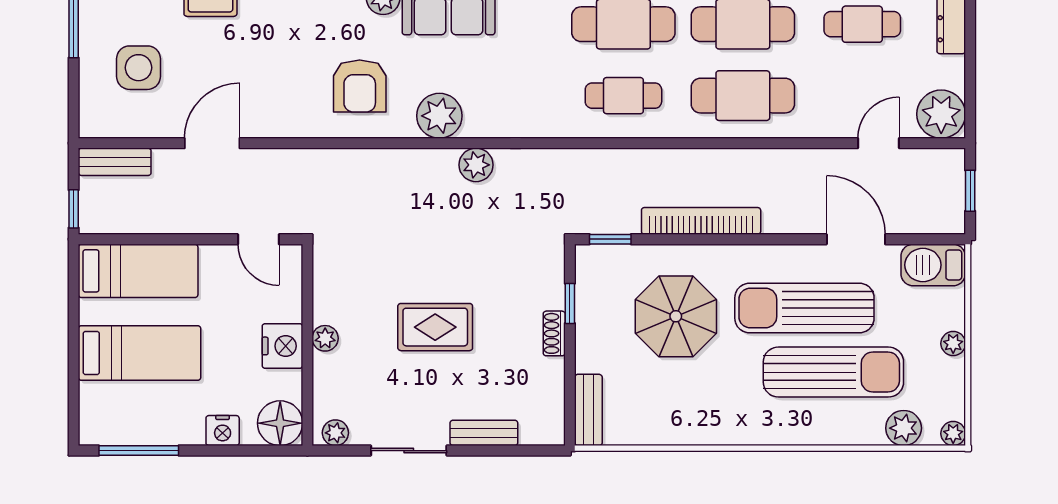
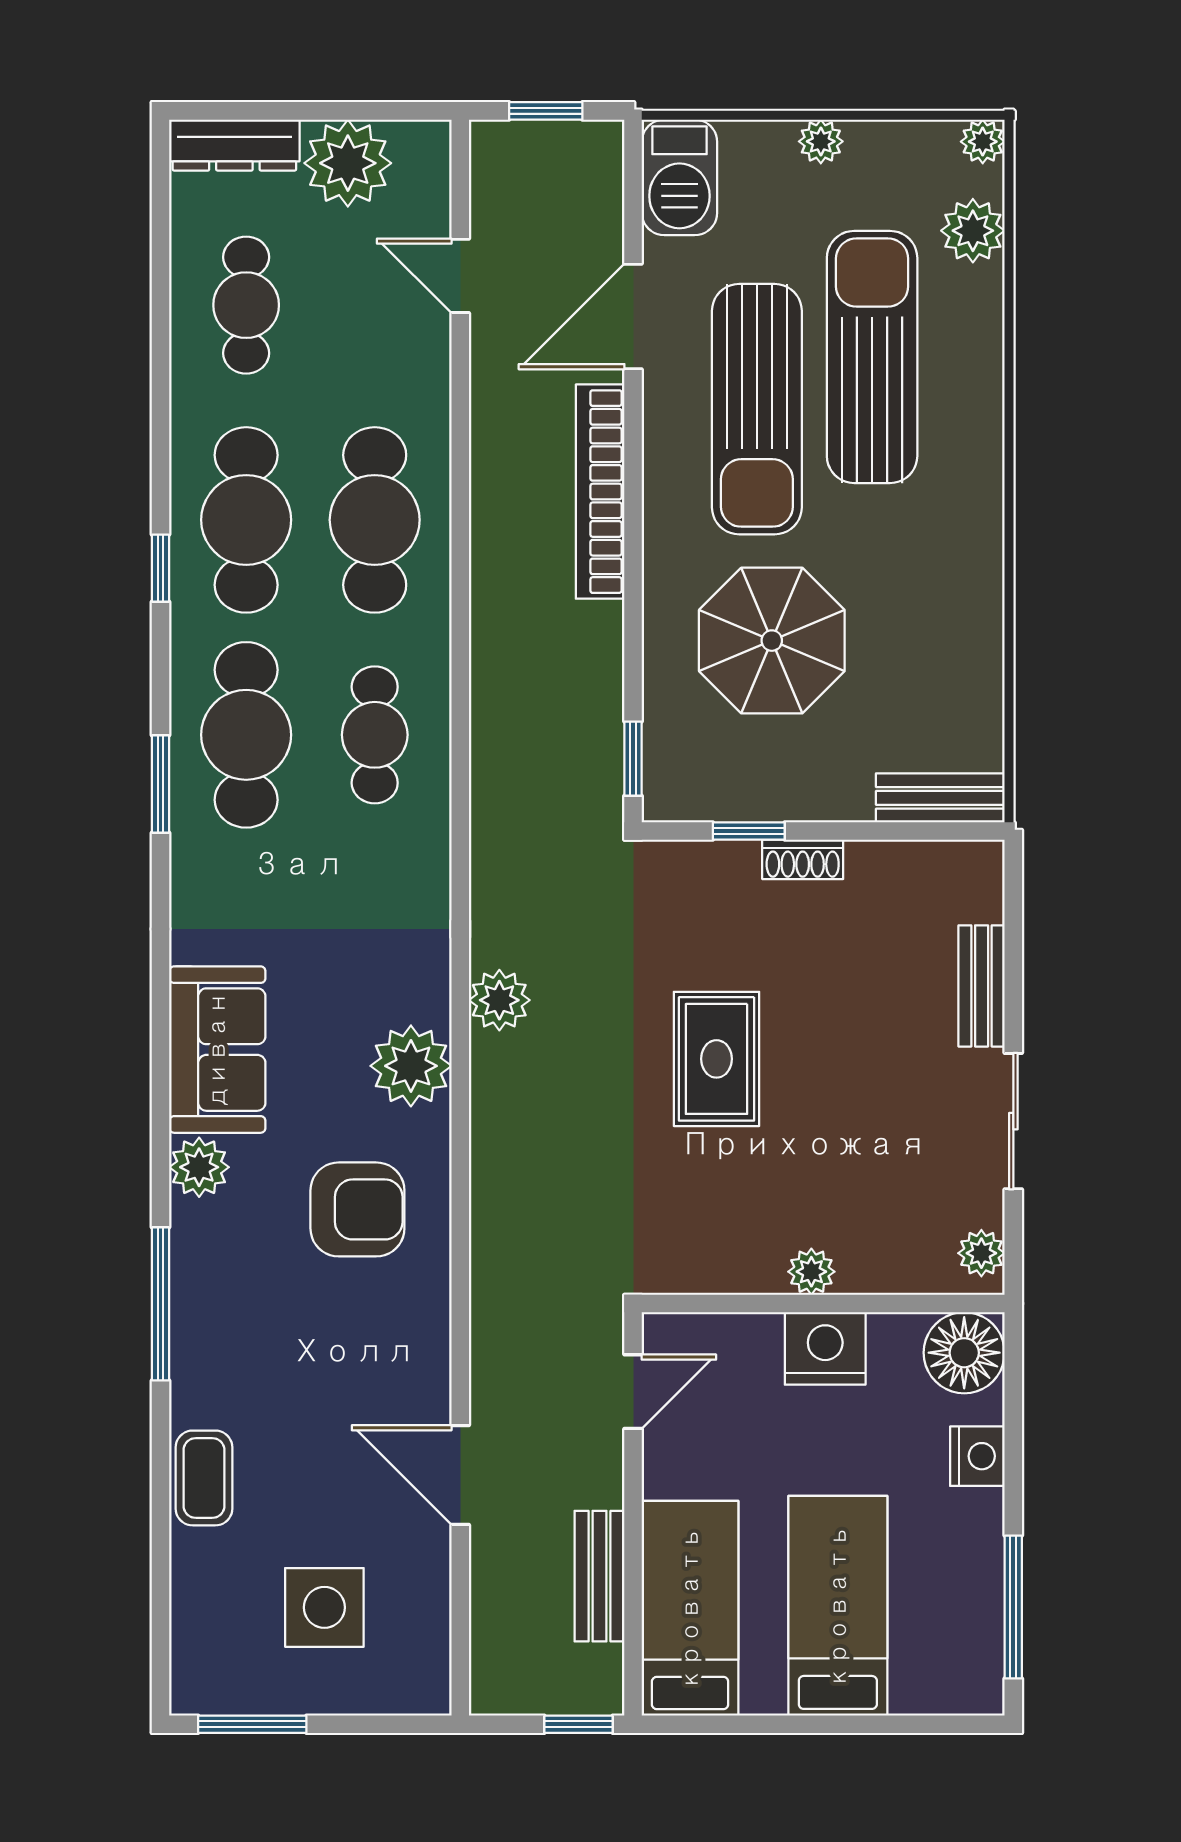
plant: (941, 114) -> (348, 163), moved
bench: (115, 162) -> (600, 1576), moved
bookcase: (701, 221) -> (600, 492), moved
rug: (435, 327) -> (716, 1059), moved

